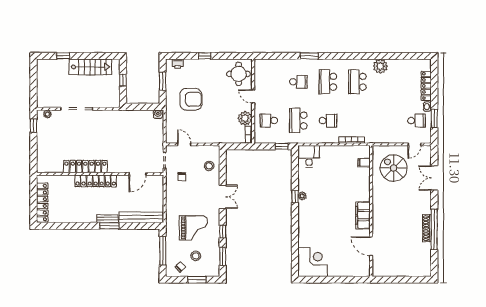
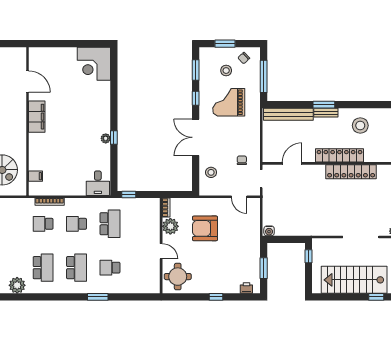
stairs: (90, 67) -> (354, 280), width x1.36, depth x1.51
window: (123, 80) -> (309, 256), moved
armchair: (191, 99) -> (205, 228), moved
school desk: (269, 121) -> (43, 224), moved, turned 180
double door: (223, 197) -> (196, 137), width x1.37
stool: (77, 207) -> (360, 126), added

